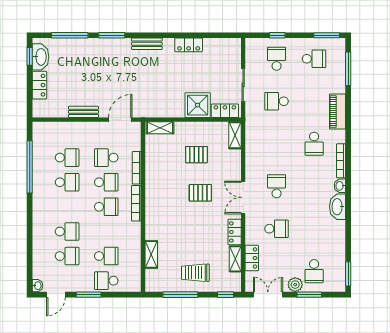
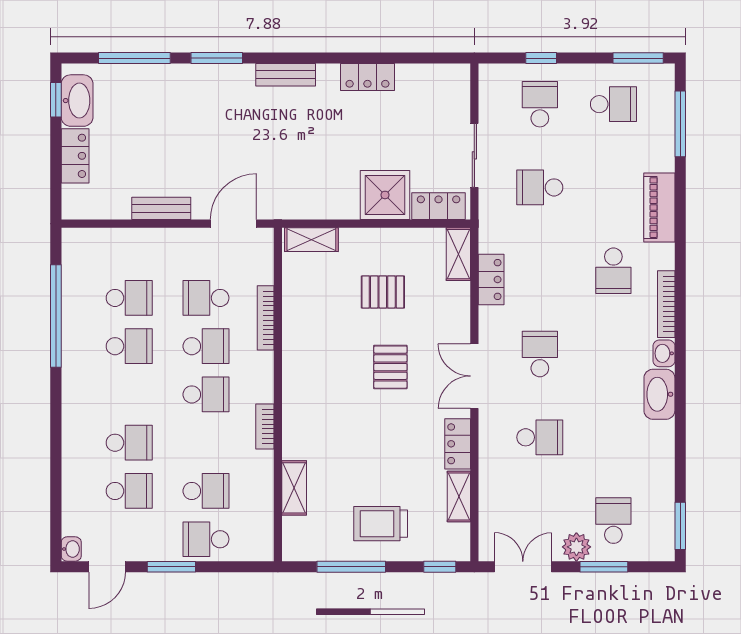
pallet: (200, 193) -> (390, 367), turned 90
bookcase: (136, 203) -> (265, 427), moved, width x0.64
locker: (252, 258) -> (491, 280), moved
school desk: (314, 271) -> (613, 521), turned 180

